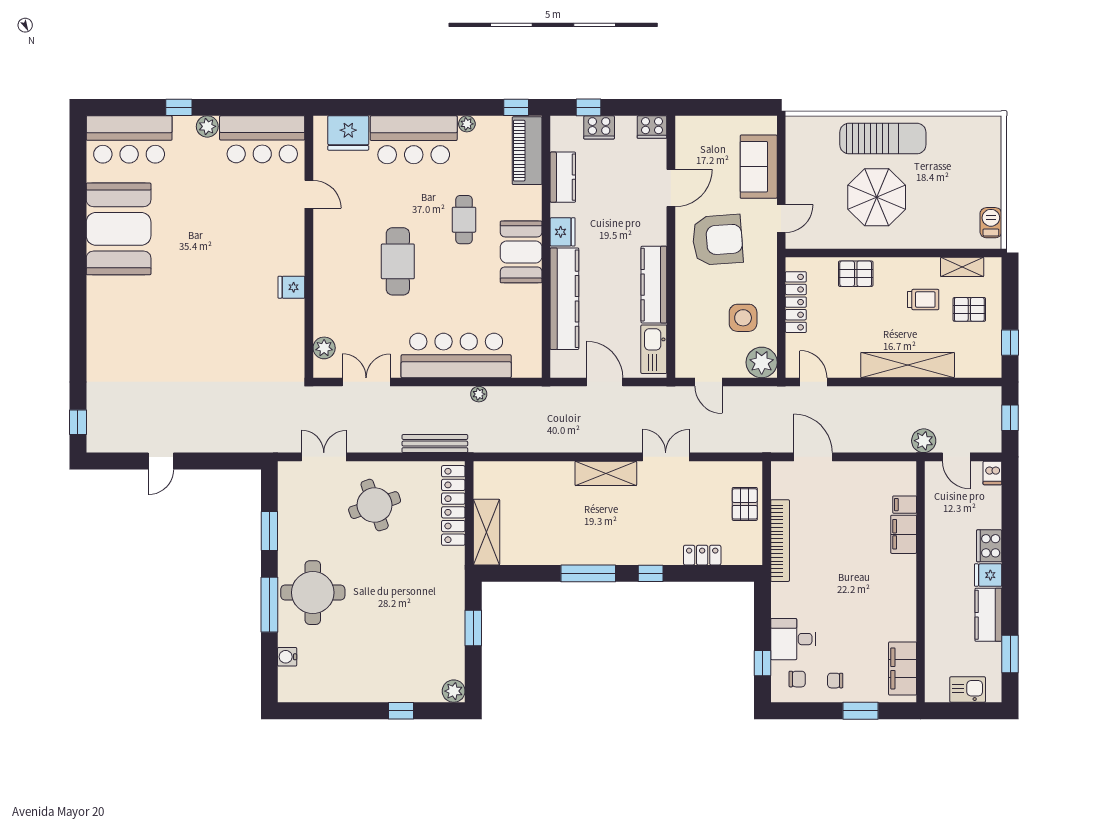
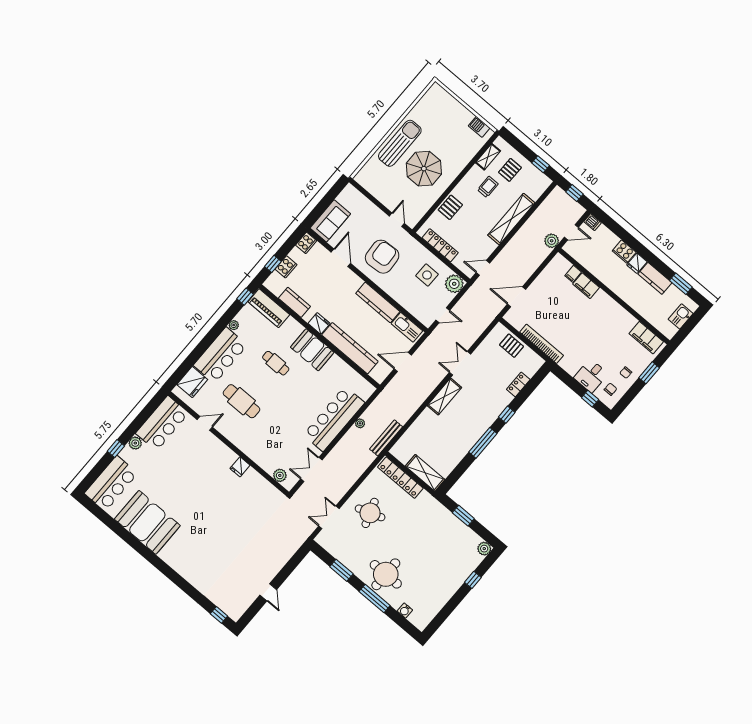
sofa: (759, 167) -> (330, 221), moved, turned -90
cafe table: (398, 261) -> (241, 401), moved
bench: (435, 444) -> (386, 438), moved

